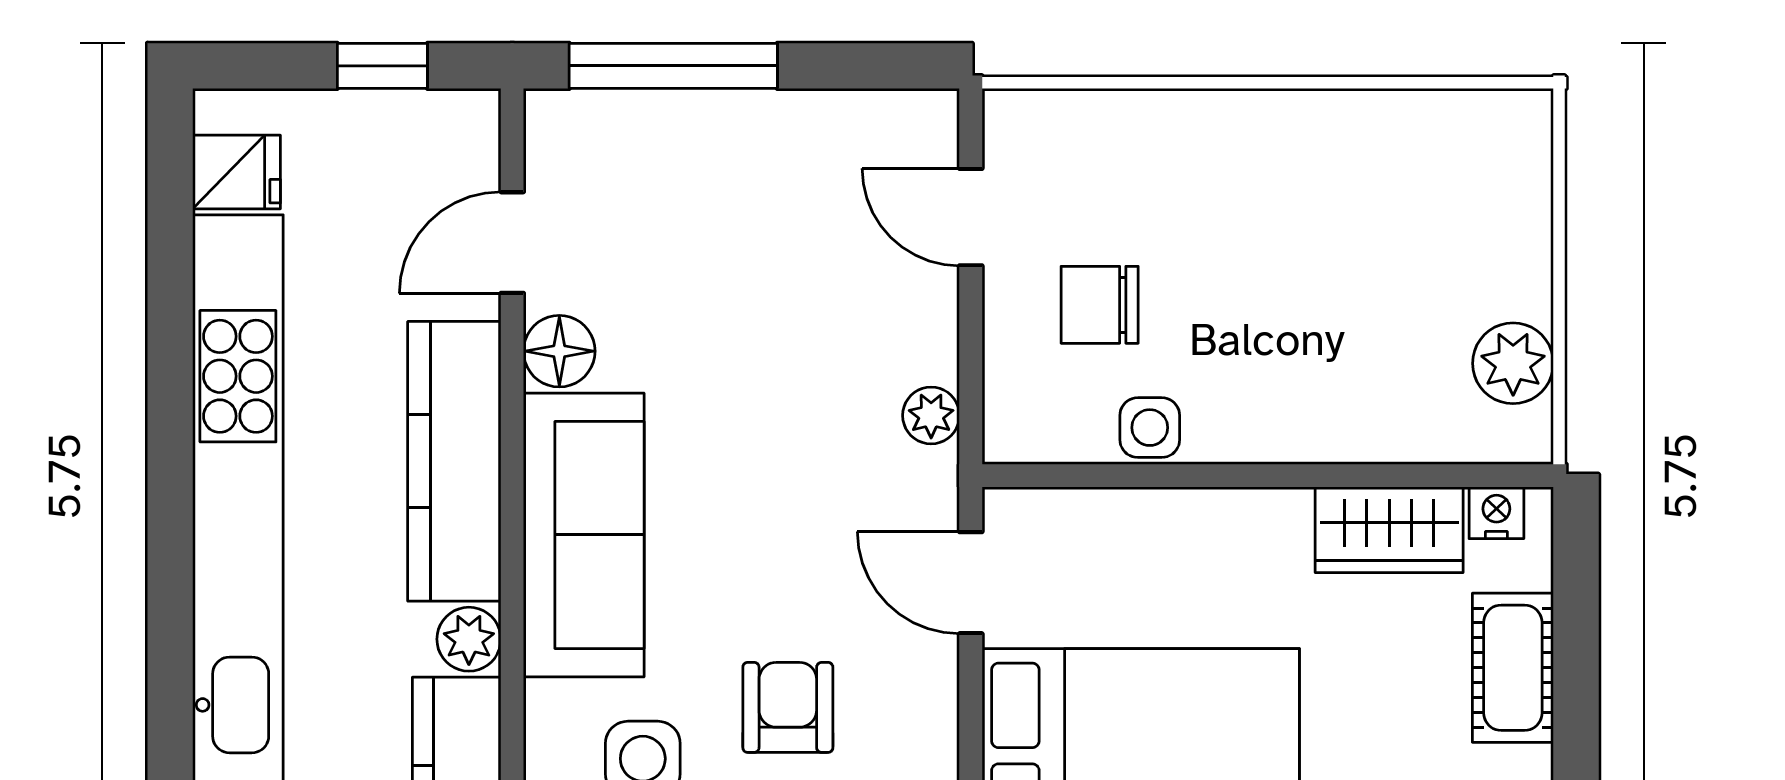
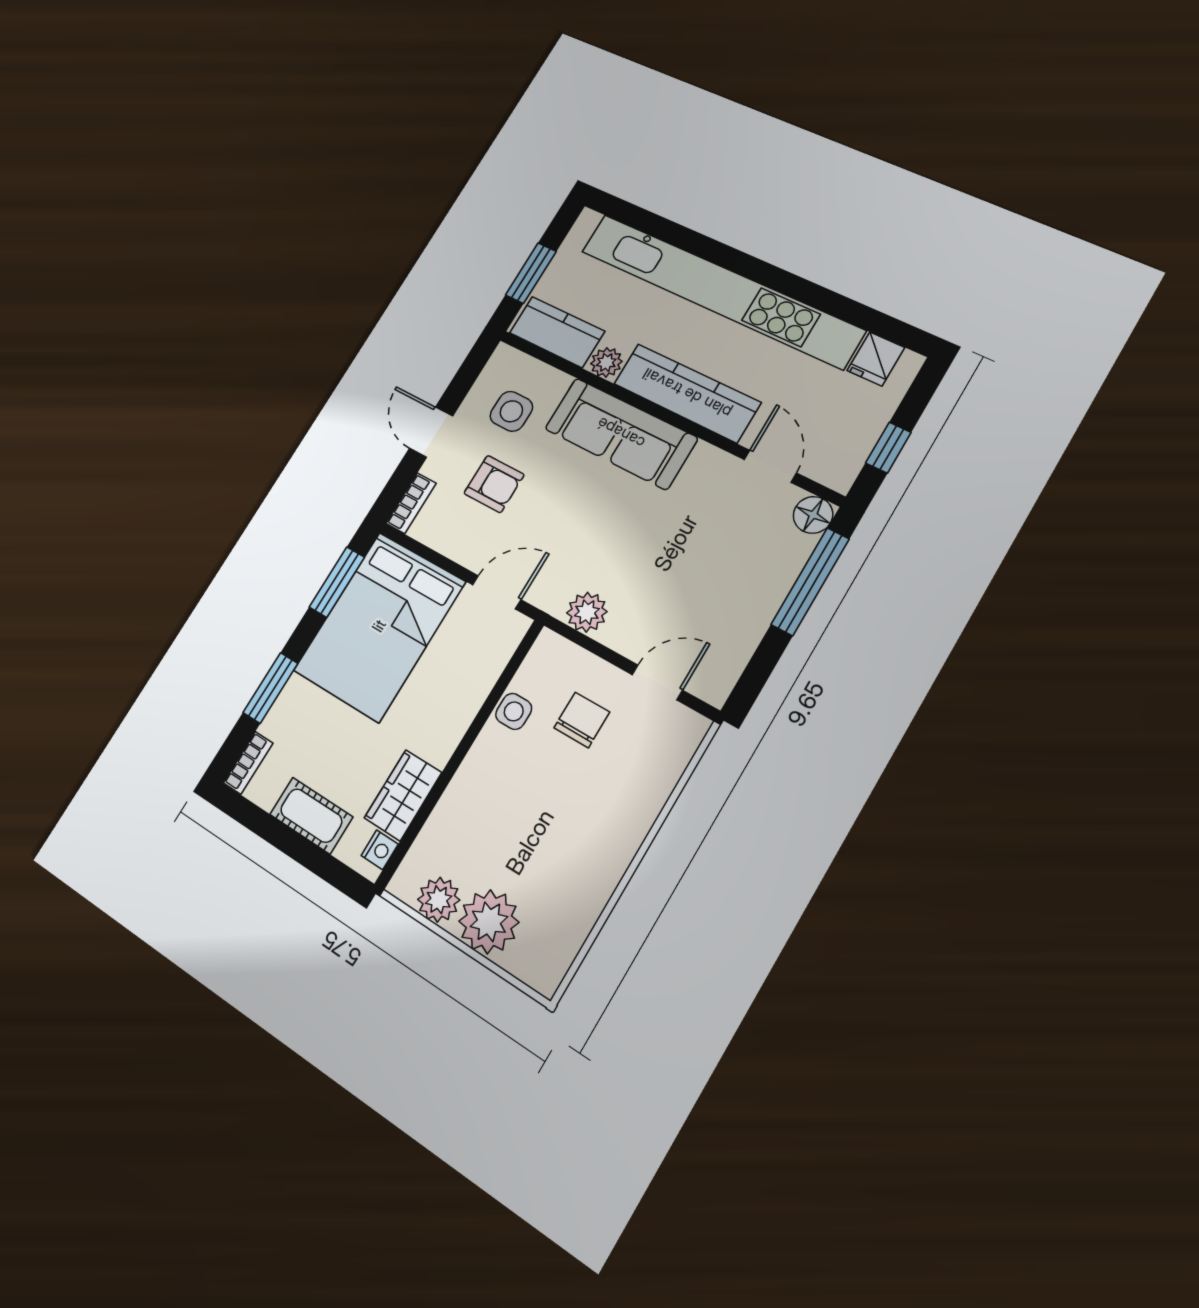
plant: (1497, 260) -> (489, 922), added
floor lamp: (559, 351) -> (813, 515), moved
plant: (931, 415) -> (587, 612), width x1.38, depth x1.38

